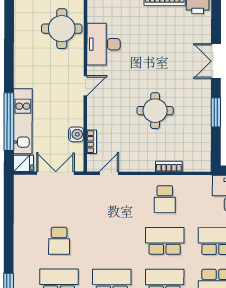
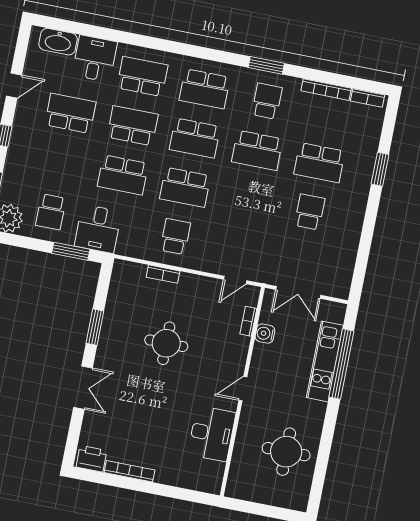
round table: (62, 29) -> (286, 452), moved
fridge: (23, 163) -> (334, 312), removed

